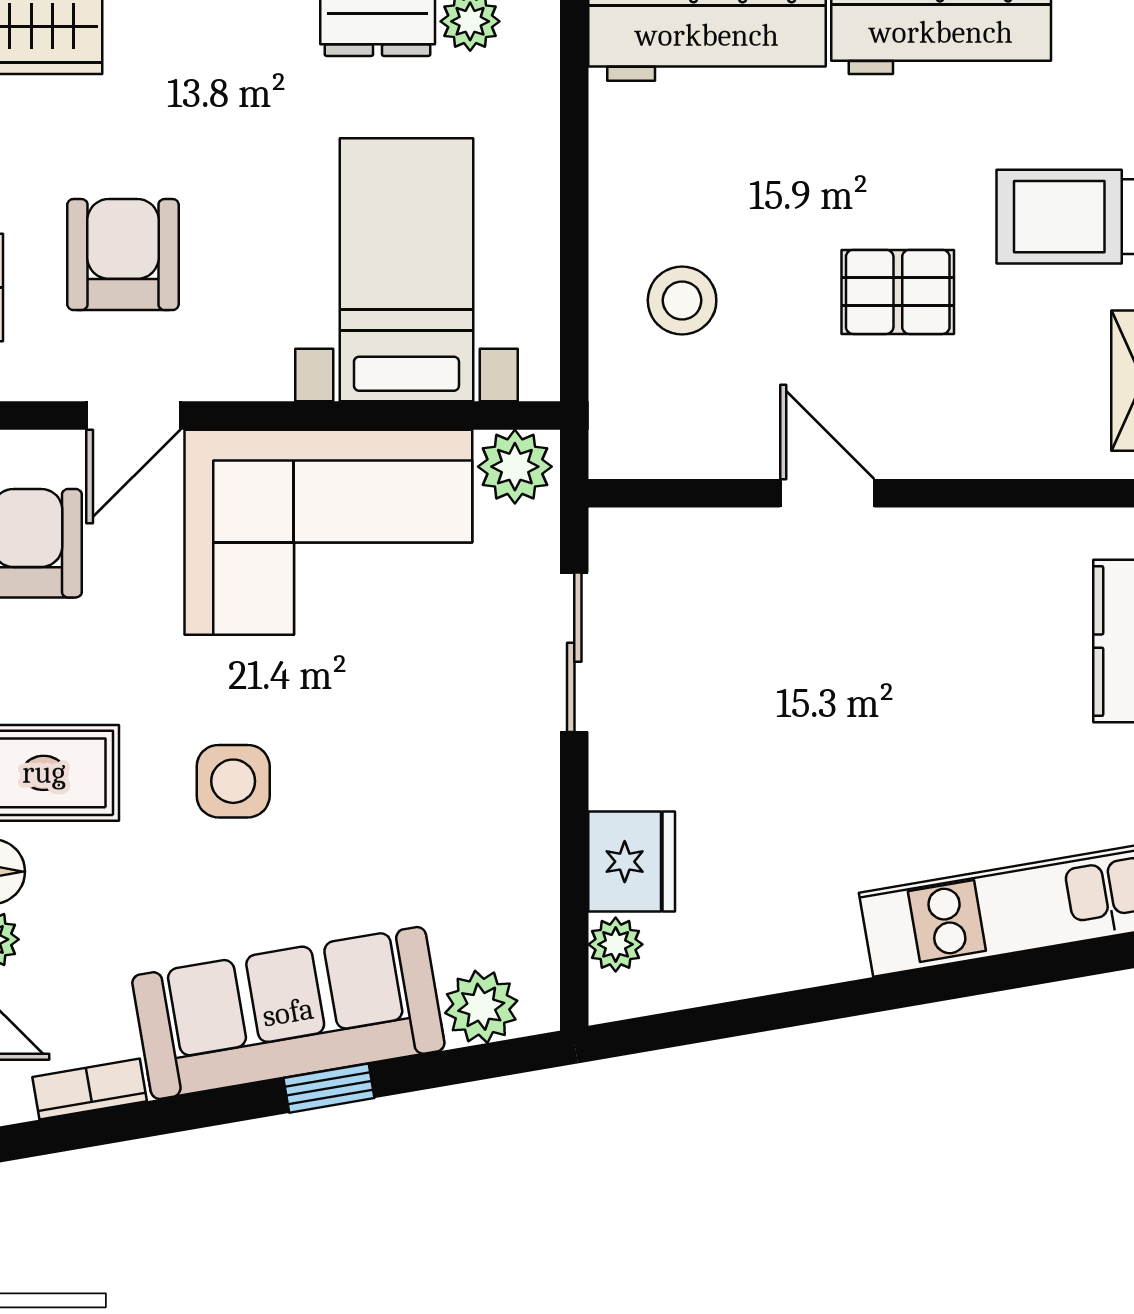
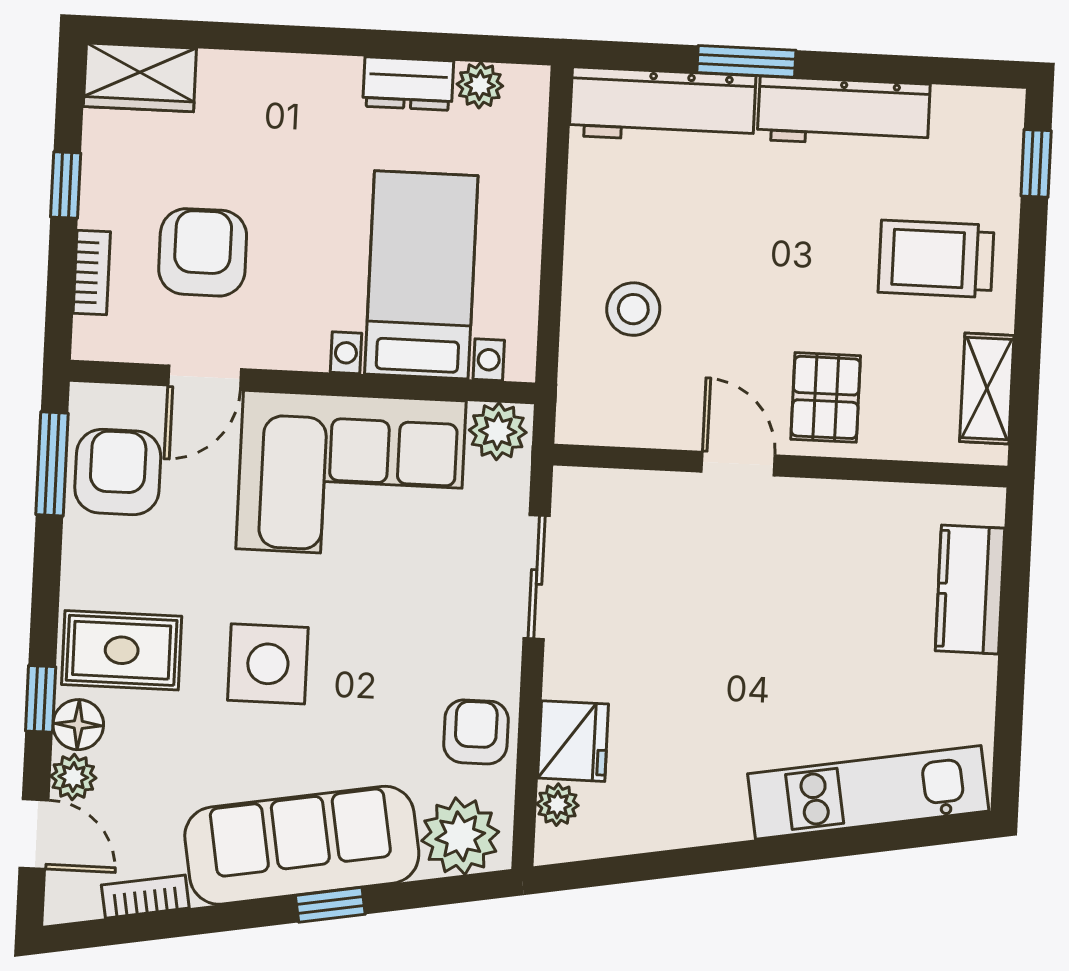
pallet: (898, 292) -> (826, 397), moved, turned 90
side table: (233, 781) -> (268, 664), width x1.37, depth x1.37
armchair: (506, 856) -> (476, 732), added
plant: (481, 1007) -> (460, 836), width x1.36, depth x1.36

